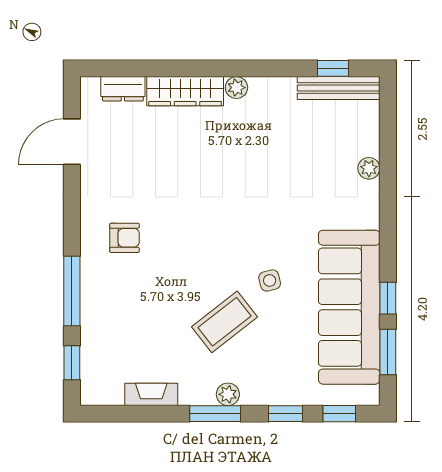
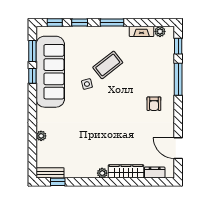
bench: (339, 88) -> (50, 173), width x0.73
door: (72, 142) -> (178, 148), swing flipped
armchair: (124, 238) -> (154, 104), turned -90
plant: (228, 394) -> (160, 31), moved

